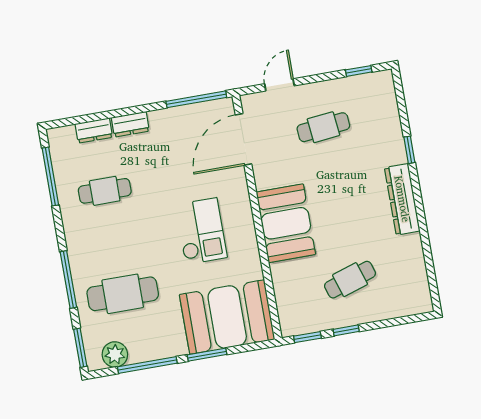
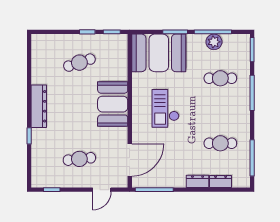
cafe table: (123, 294) -> (220, 78), width x0.73, depth x0.74
plant: (115, 354) -> (214, 42), moved

